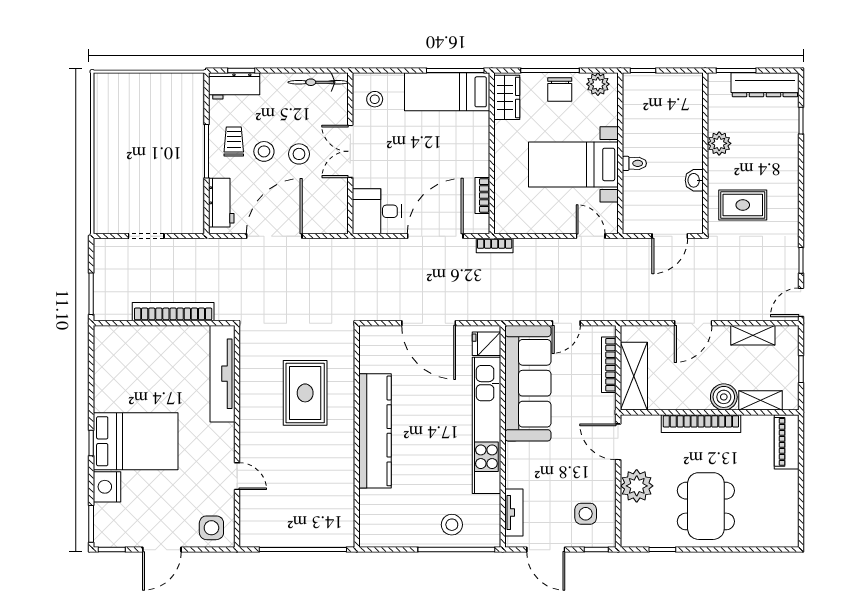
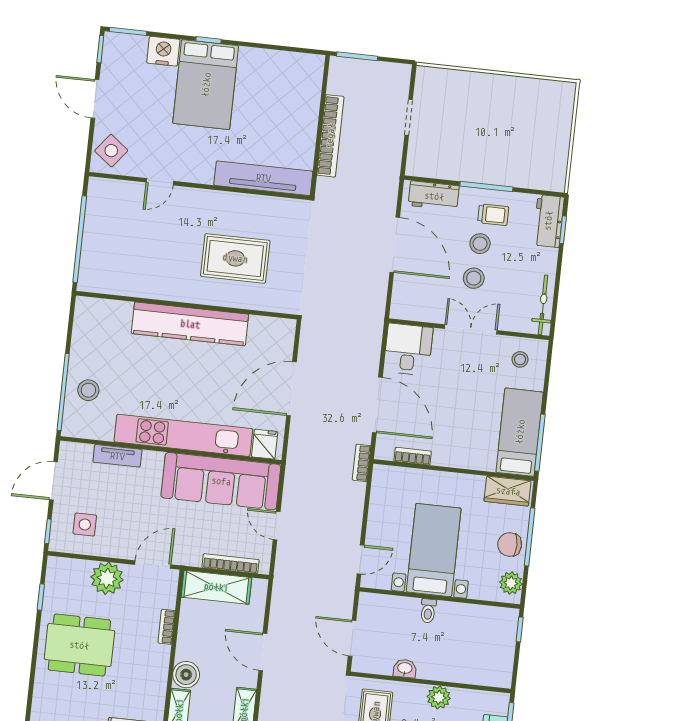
bookcase: (701, 424) -> (167, 627), width x0.43, depth x0.76
tv unit: (514, 512) -> (117, 456), moved
side table: (211, 528) -> (111, 151), turned 38

